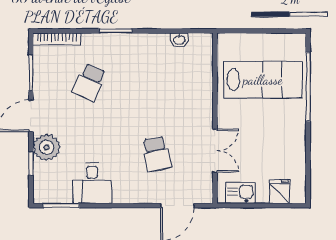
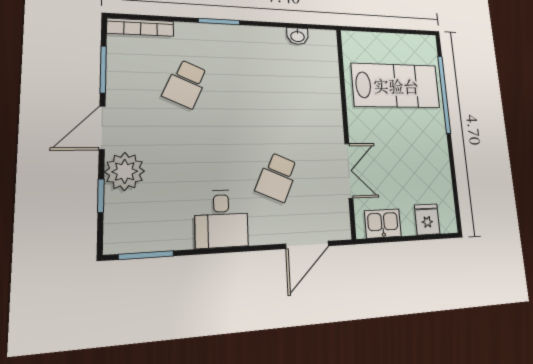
school desk: (157, 154) -> (277, 177), turned 36
desk: (92, 183) -> (221, 219), moved

